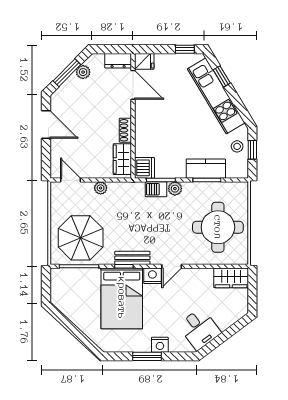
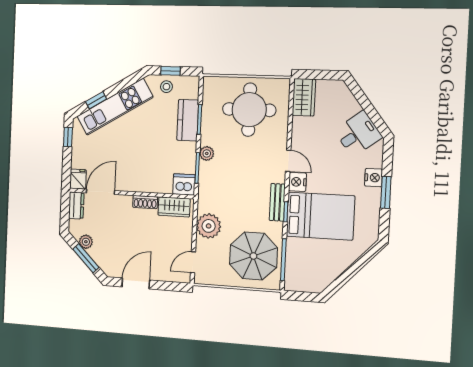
plant: (101, 188) -> (209, 226), width x1.88, depth x1.88
barbecue: (156, 189) -> (207, 173), removed

